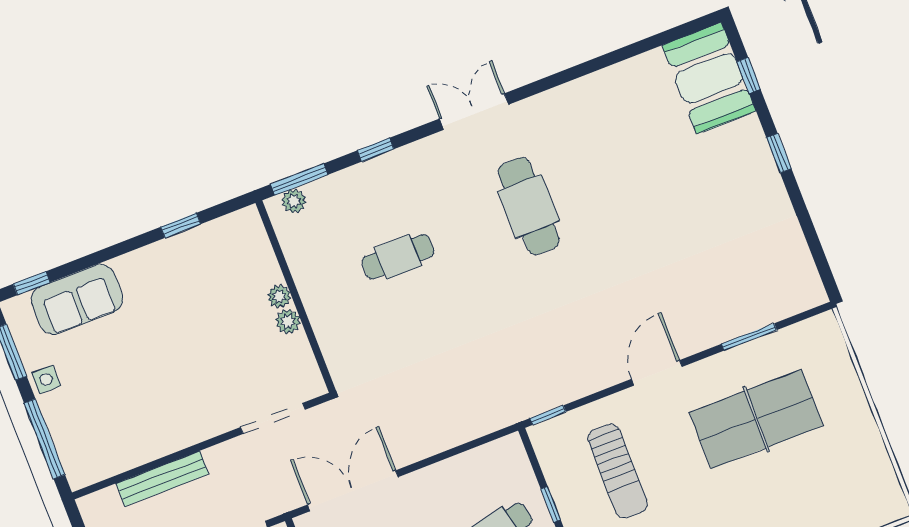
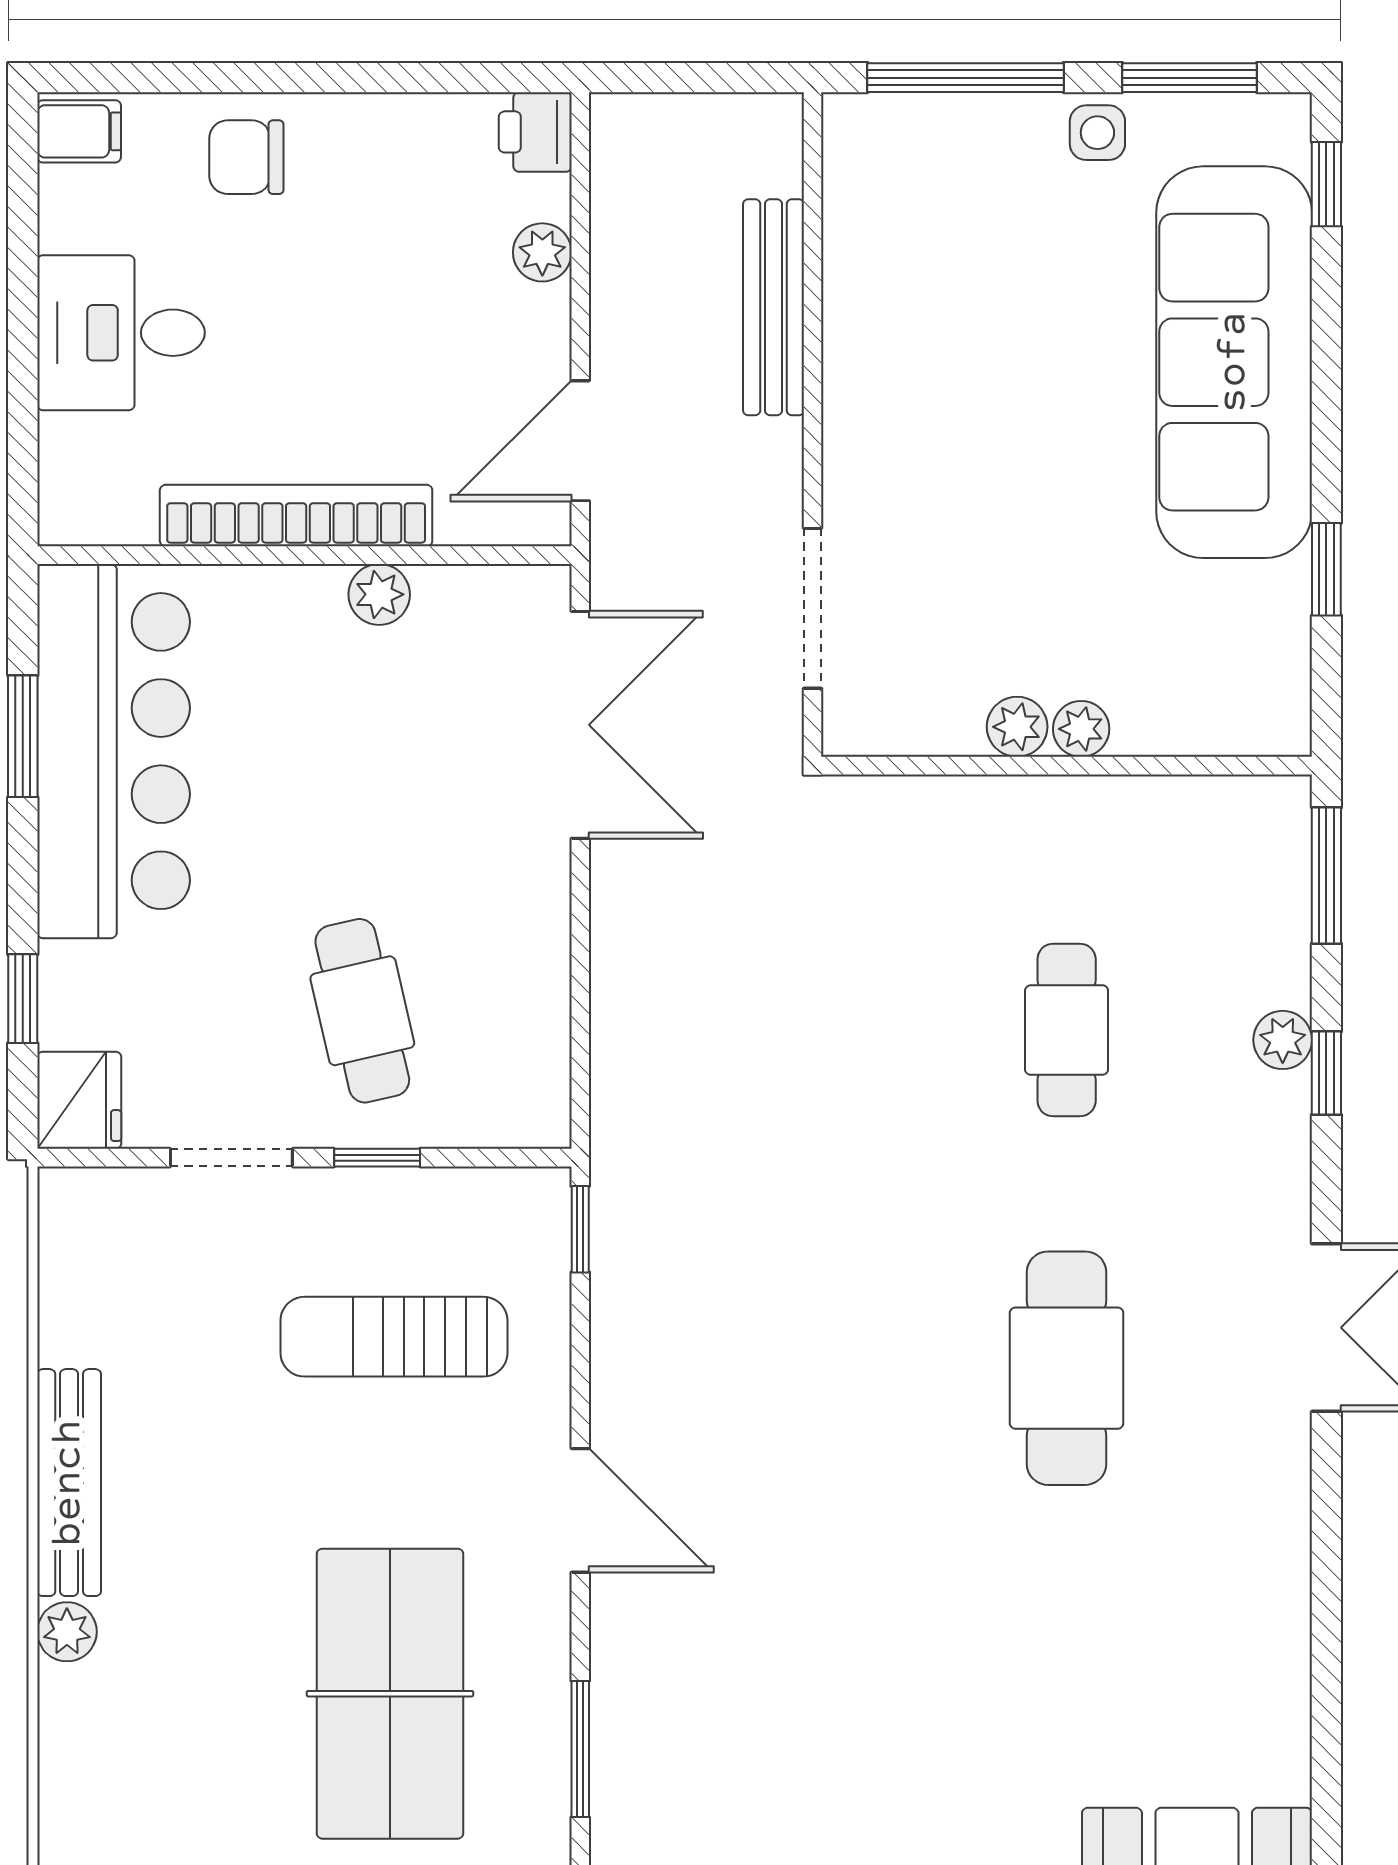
plant: (294, 201) -> (1283, 1040), moved
cafe table: (529, 206) -> (1067, 1368), turned 90
sofa: (77, 299) -> (1234, 362), width x1.85, depth x1.27

